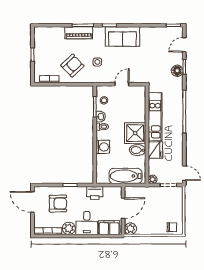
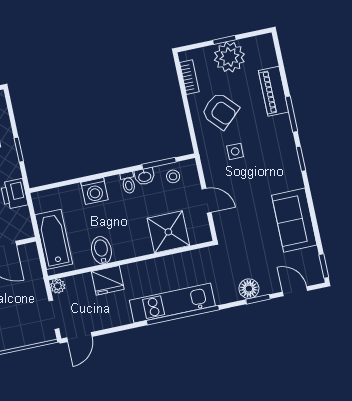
piano: (79, 33) -> (274, 91), moved
sofa: (123, 37) -> (294, 220), moved
plant: (43, 54) -> (229, 57), added
kitchen unit: (155, 117) -> (172, 303), moved, turned 180
shower: (135, 133) -> (168, 232), moved

